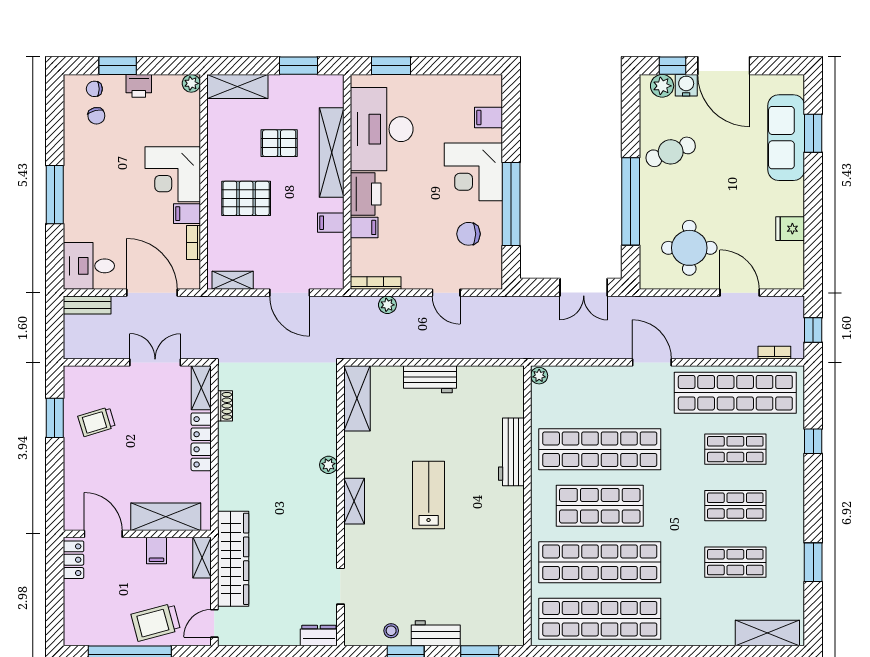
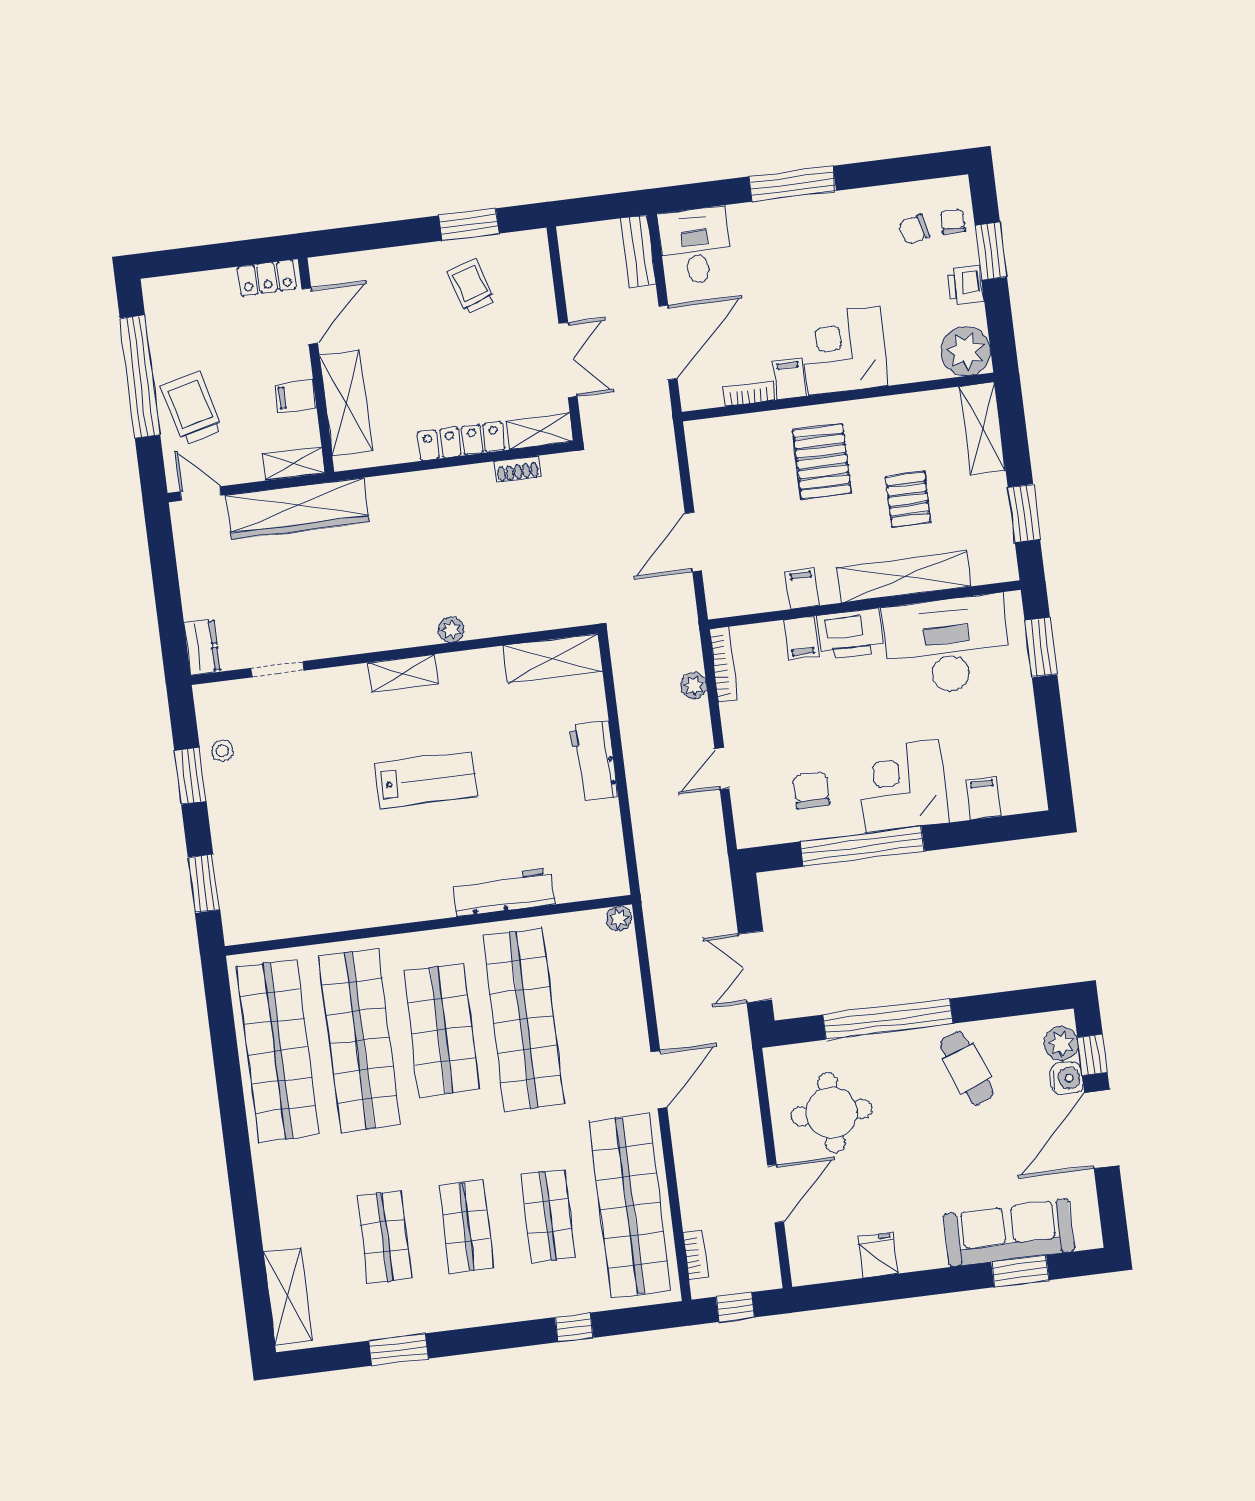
plant: (191, 83) -> (966, 351), width x1.88, depth x1.88
shelving: (233, 280) -> (701, 457), removed
workbench: (436, 633) -> (227, 816), removed

